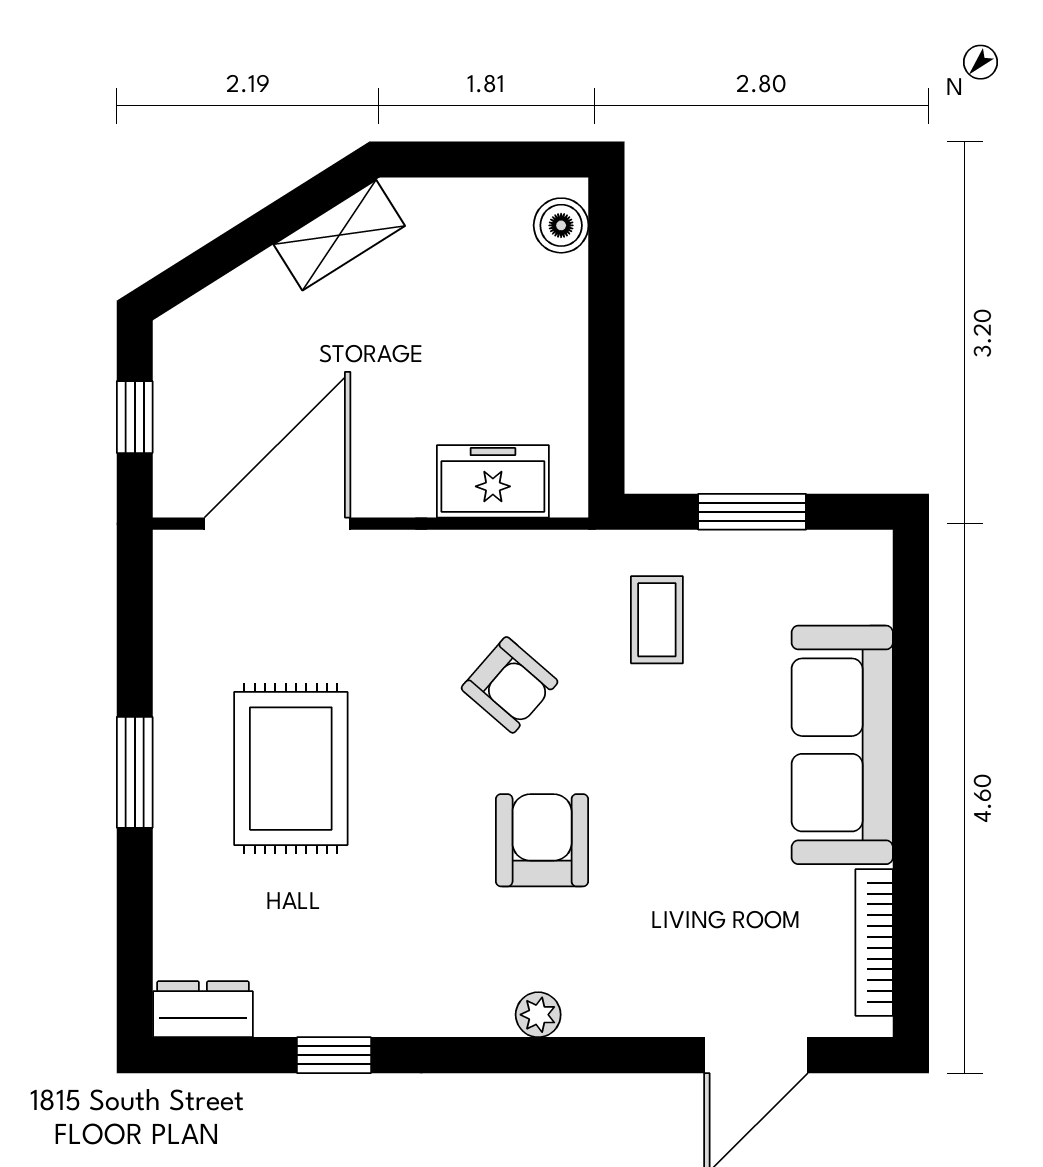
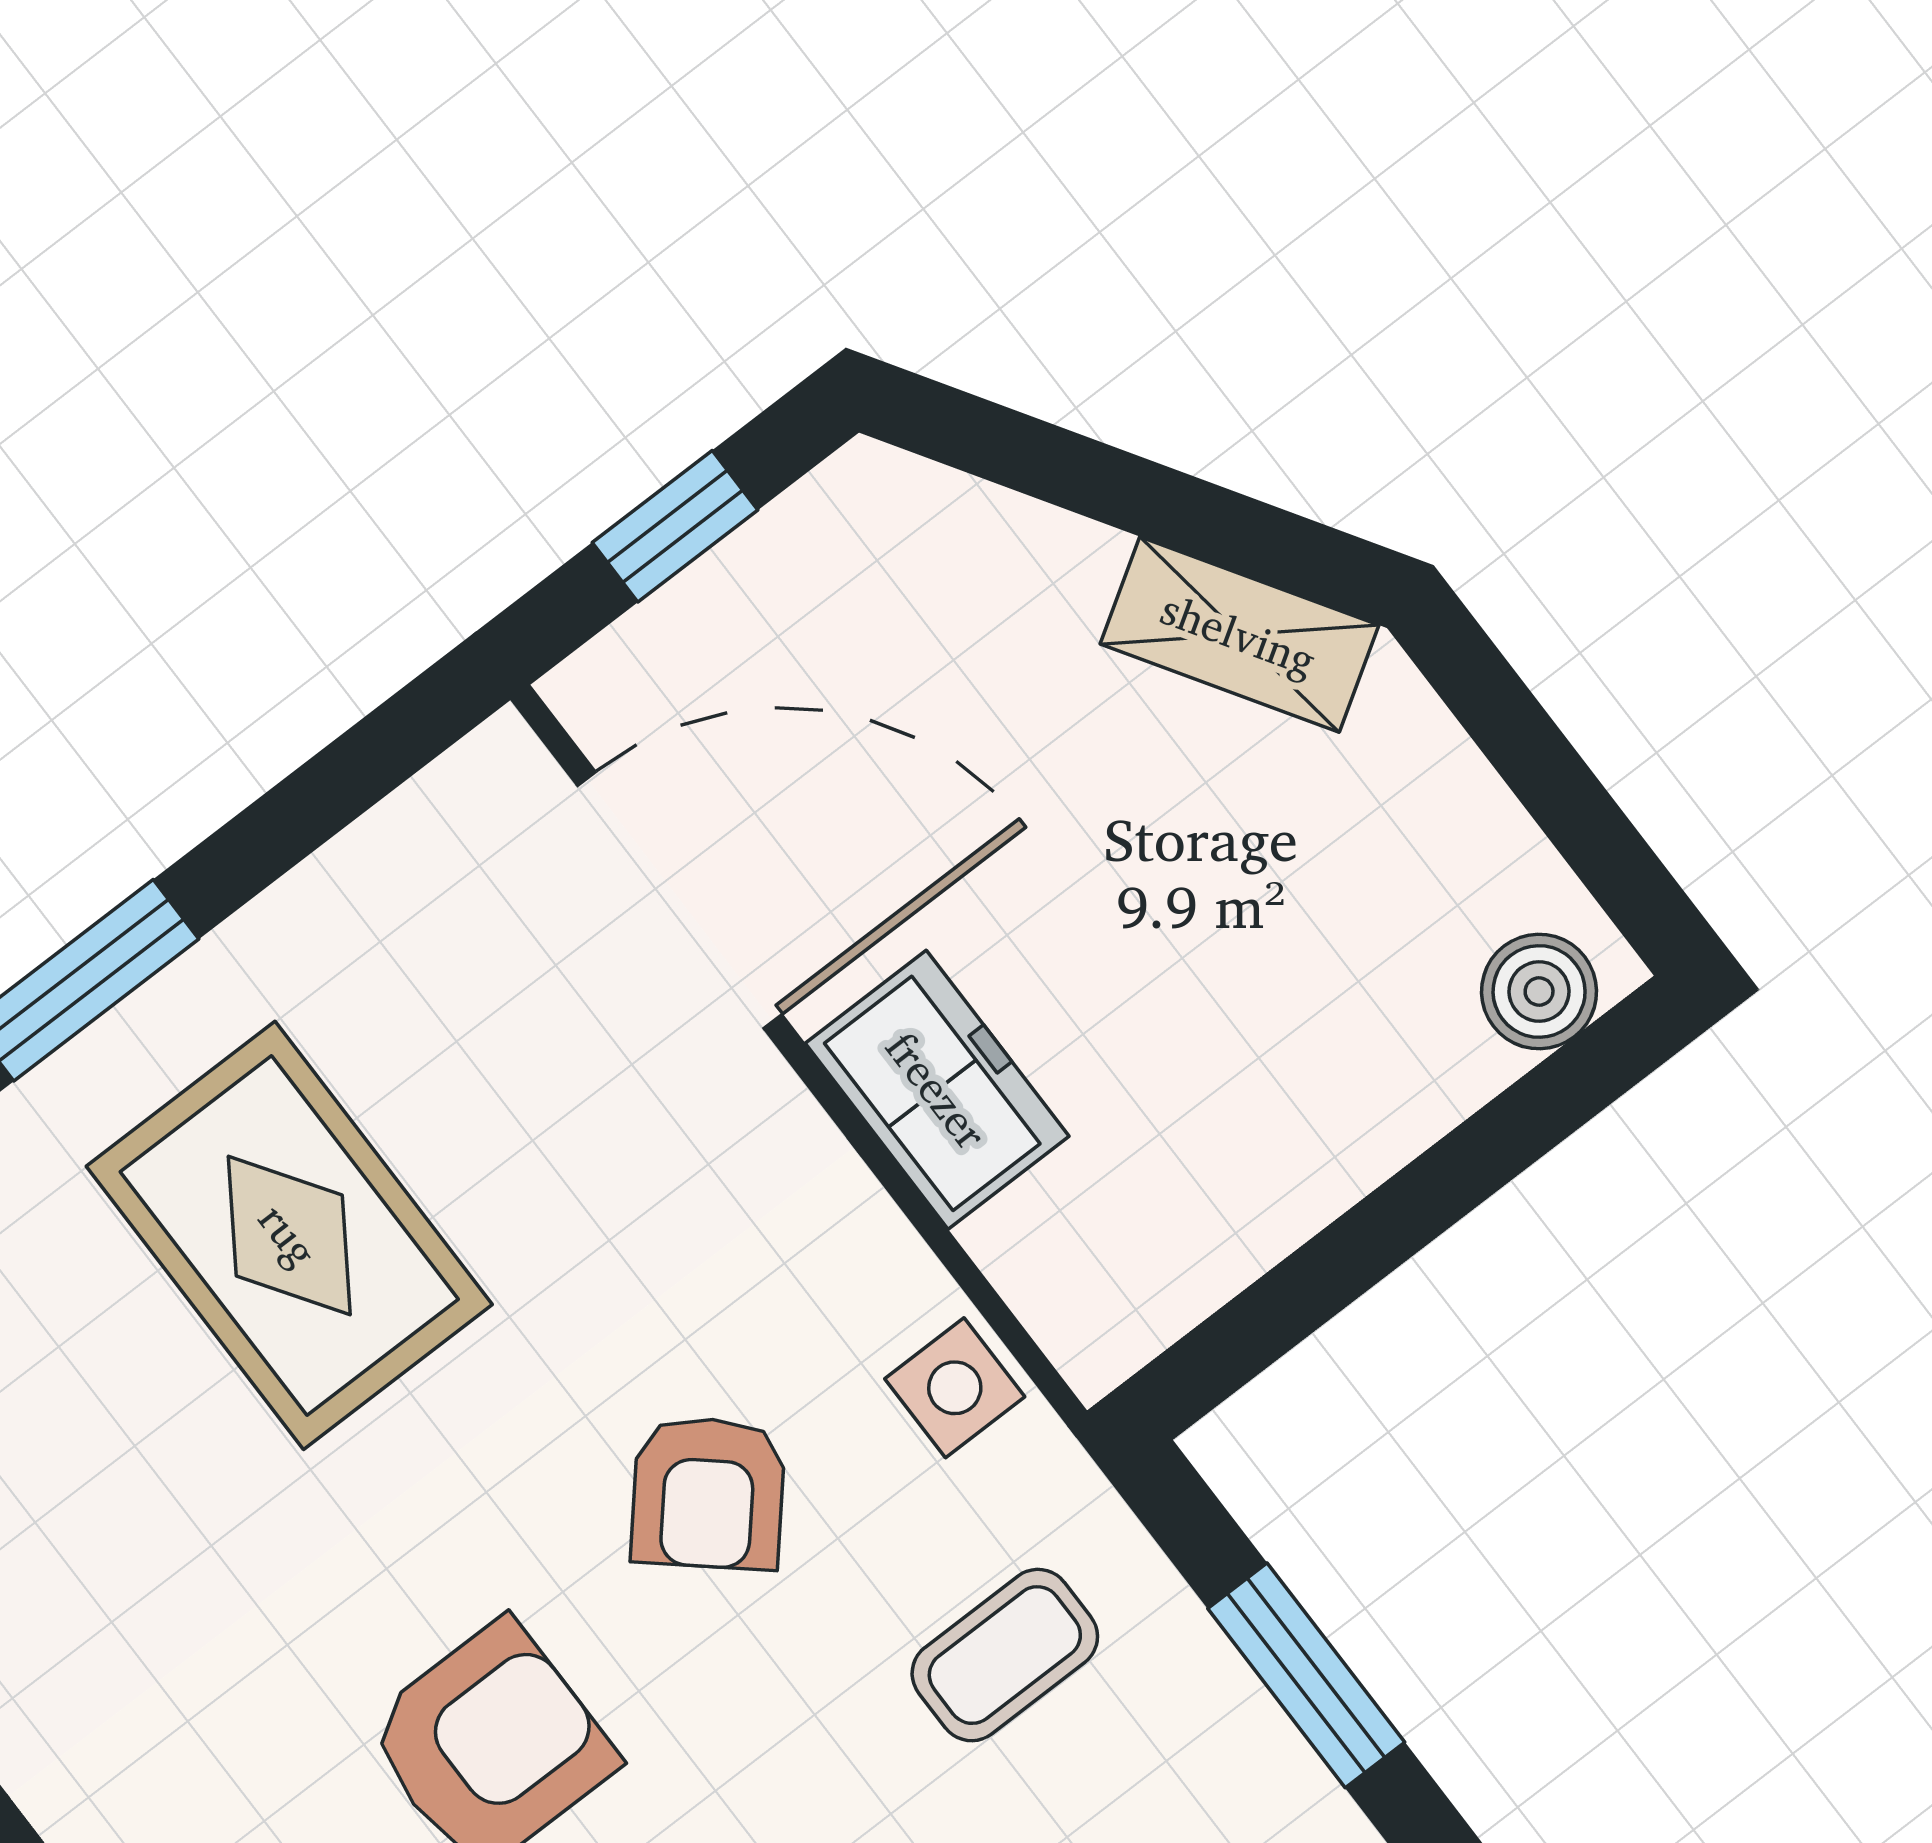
freezer: (493, 481) -> (937, 1090), moved
side table: (541, 561) -> (955, 1388), added
rug: (291, 769) -> (289, 1235), turned 90

